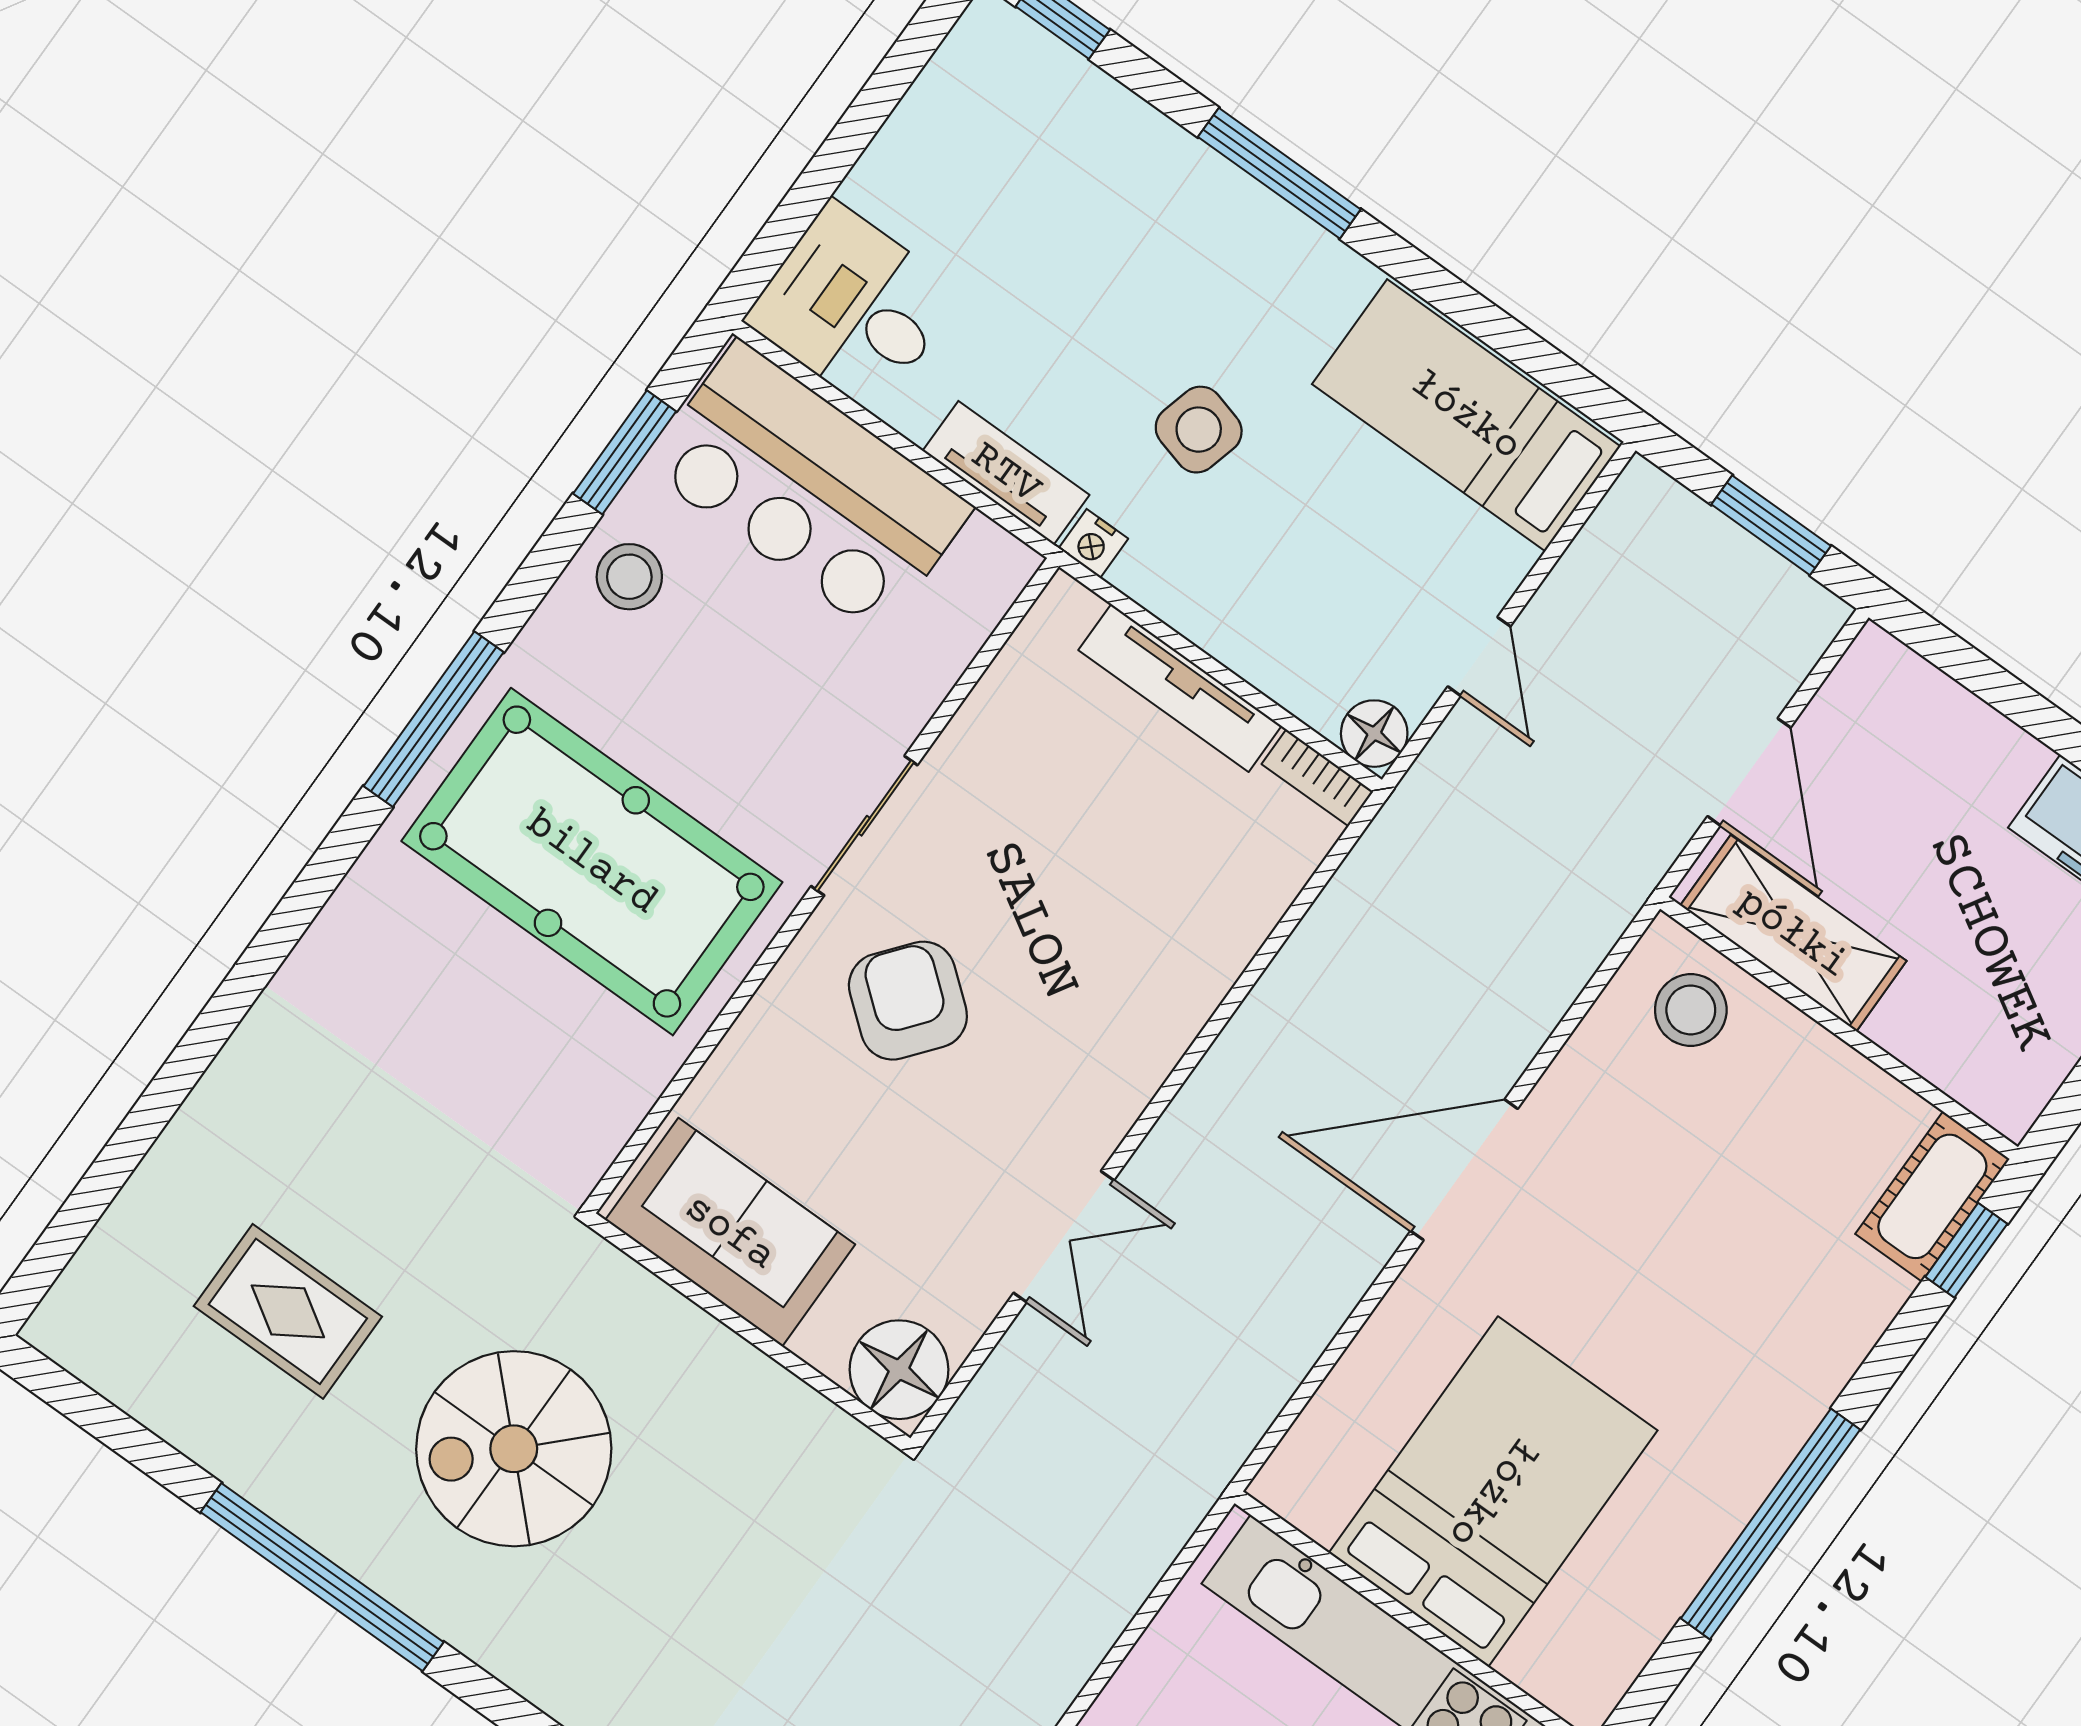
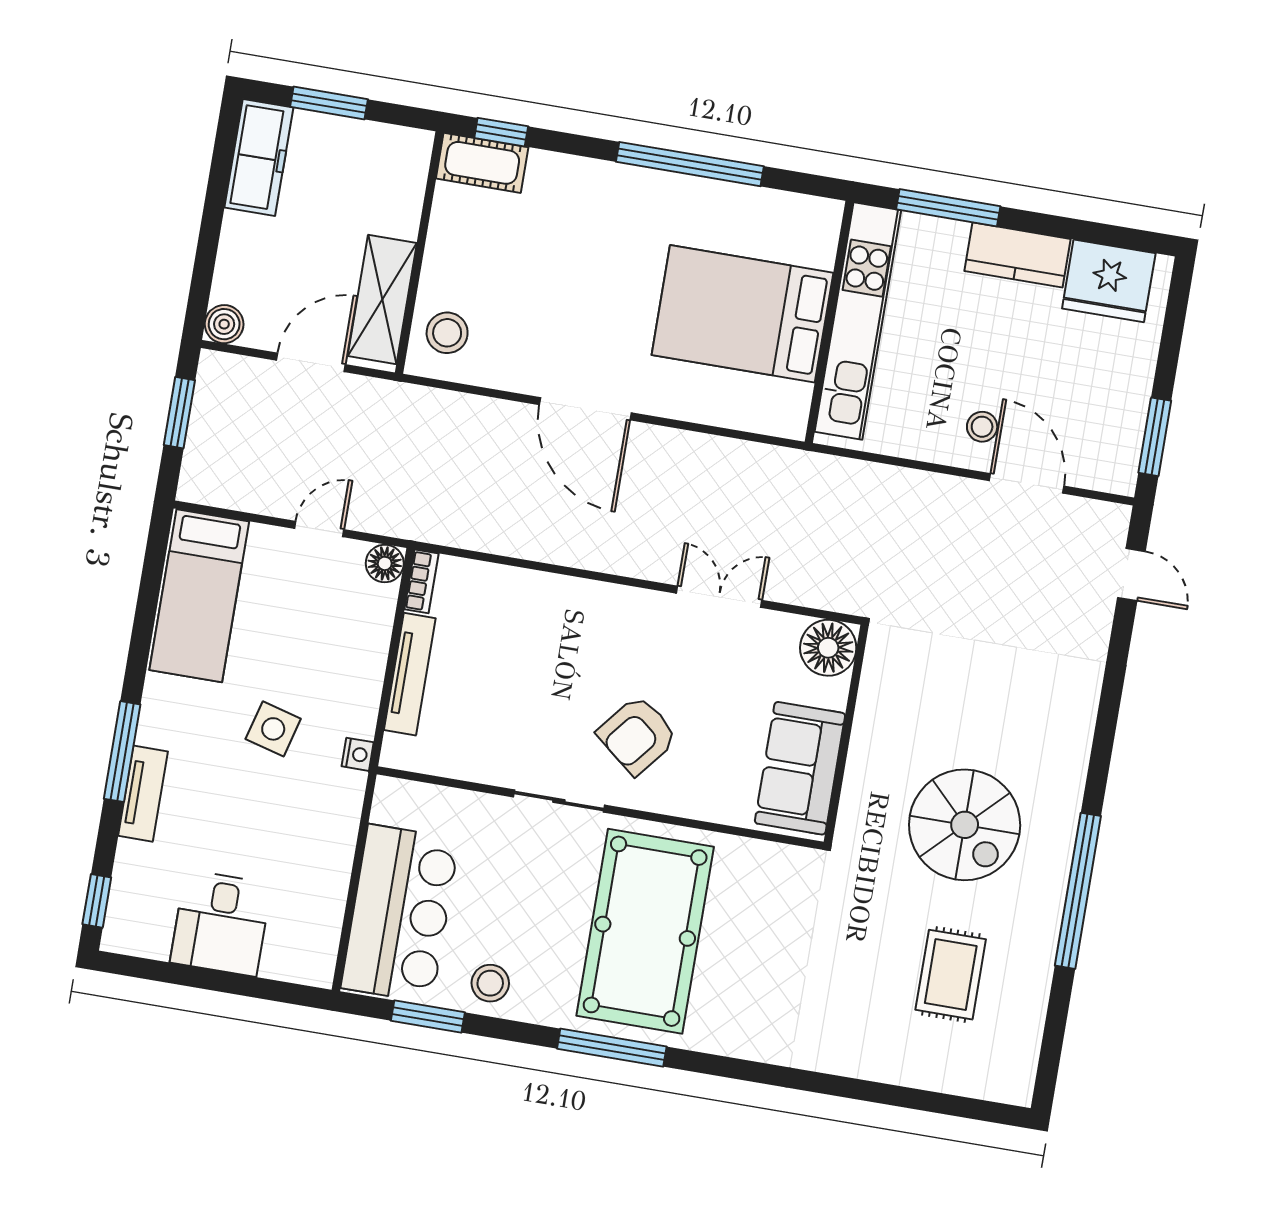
desk: (853, 307) -> (221, 923), moved
tv unit: (1006, 473) -> (143, 794), moved, turned 180
boiler: (1876, 664) -> (224, 324), added

